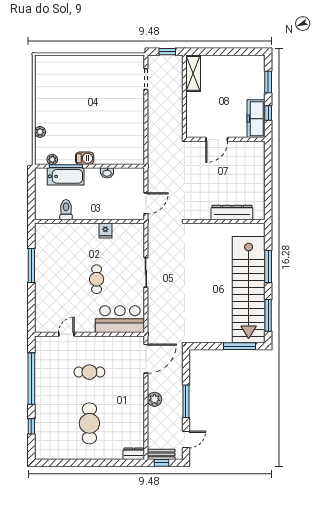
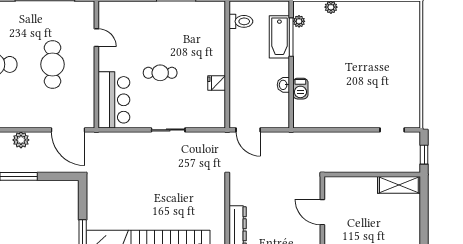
barbecue: (85, 158) -> (300, 89), moved
toilet: (66, 210) -> (241, 21), moved
cafe table: (89, 372) -> (53, 64), width x1.37, depth x1.35

